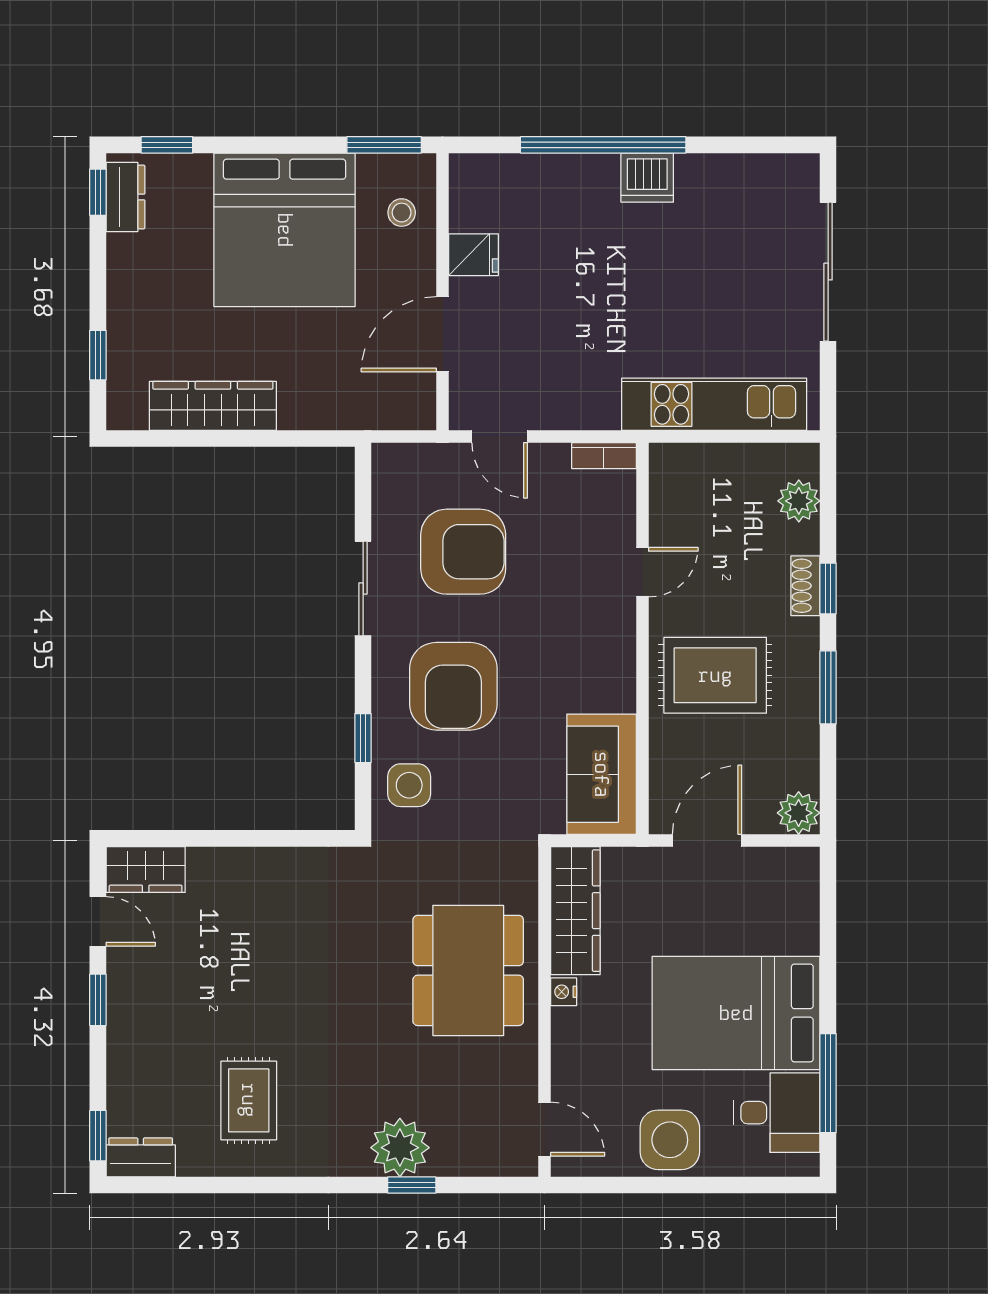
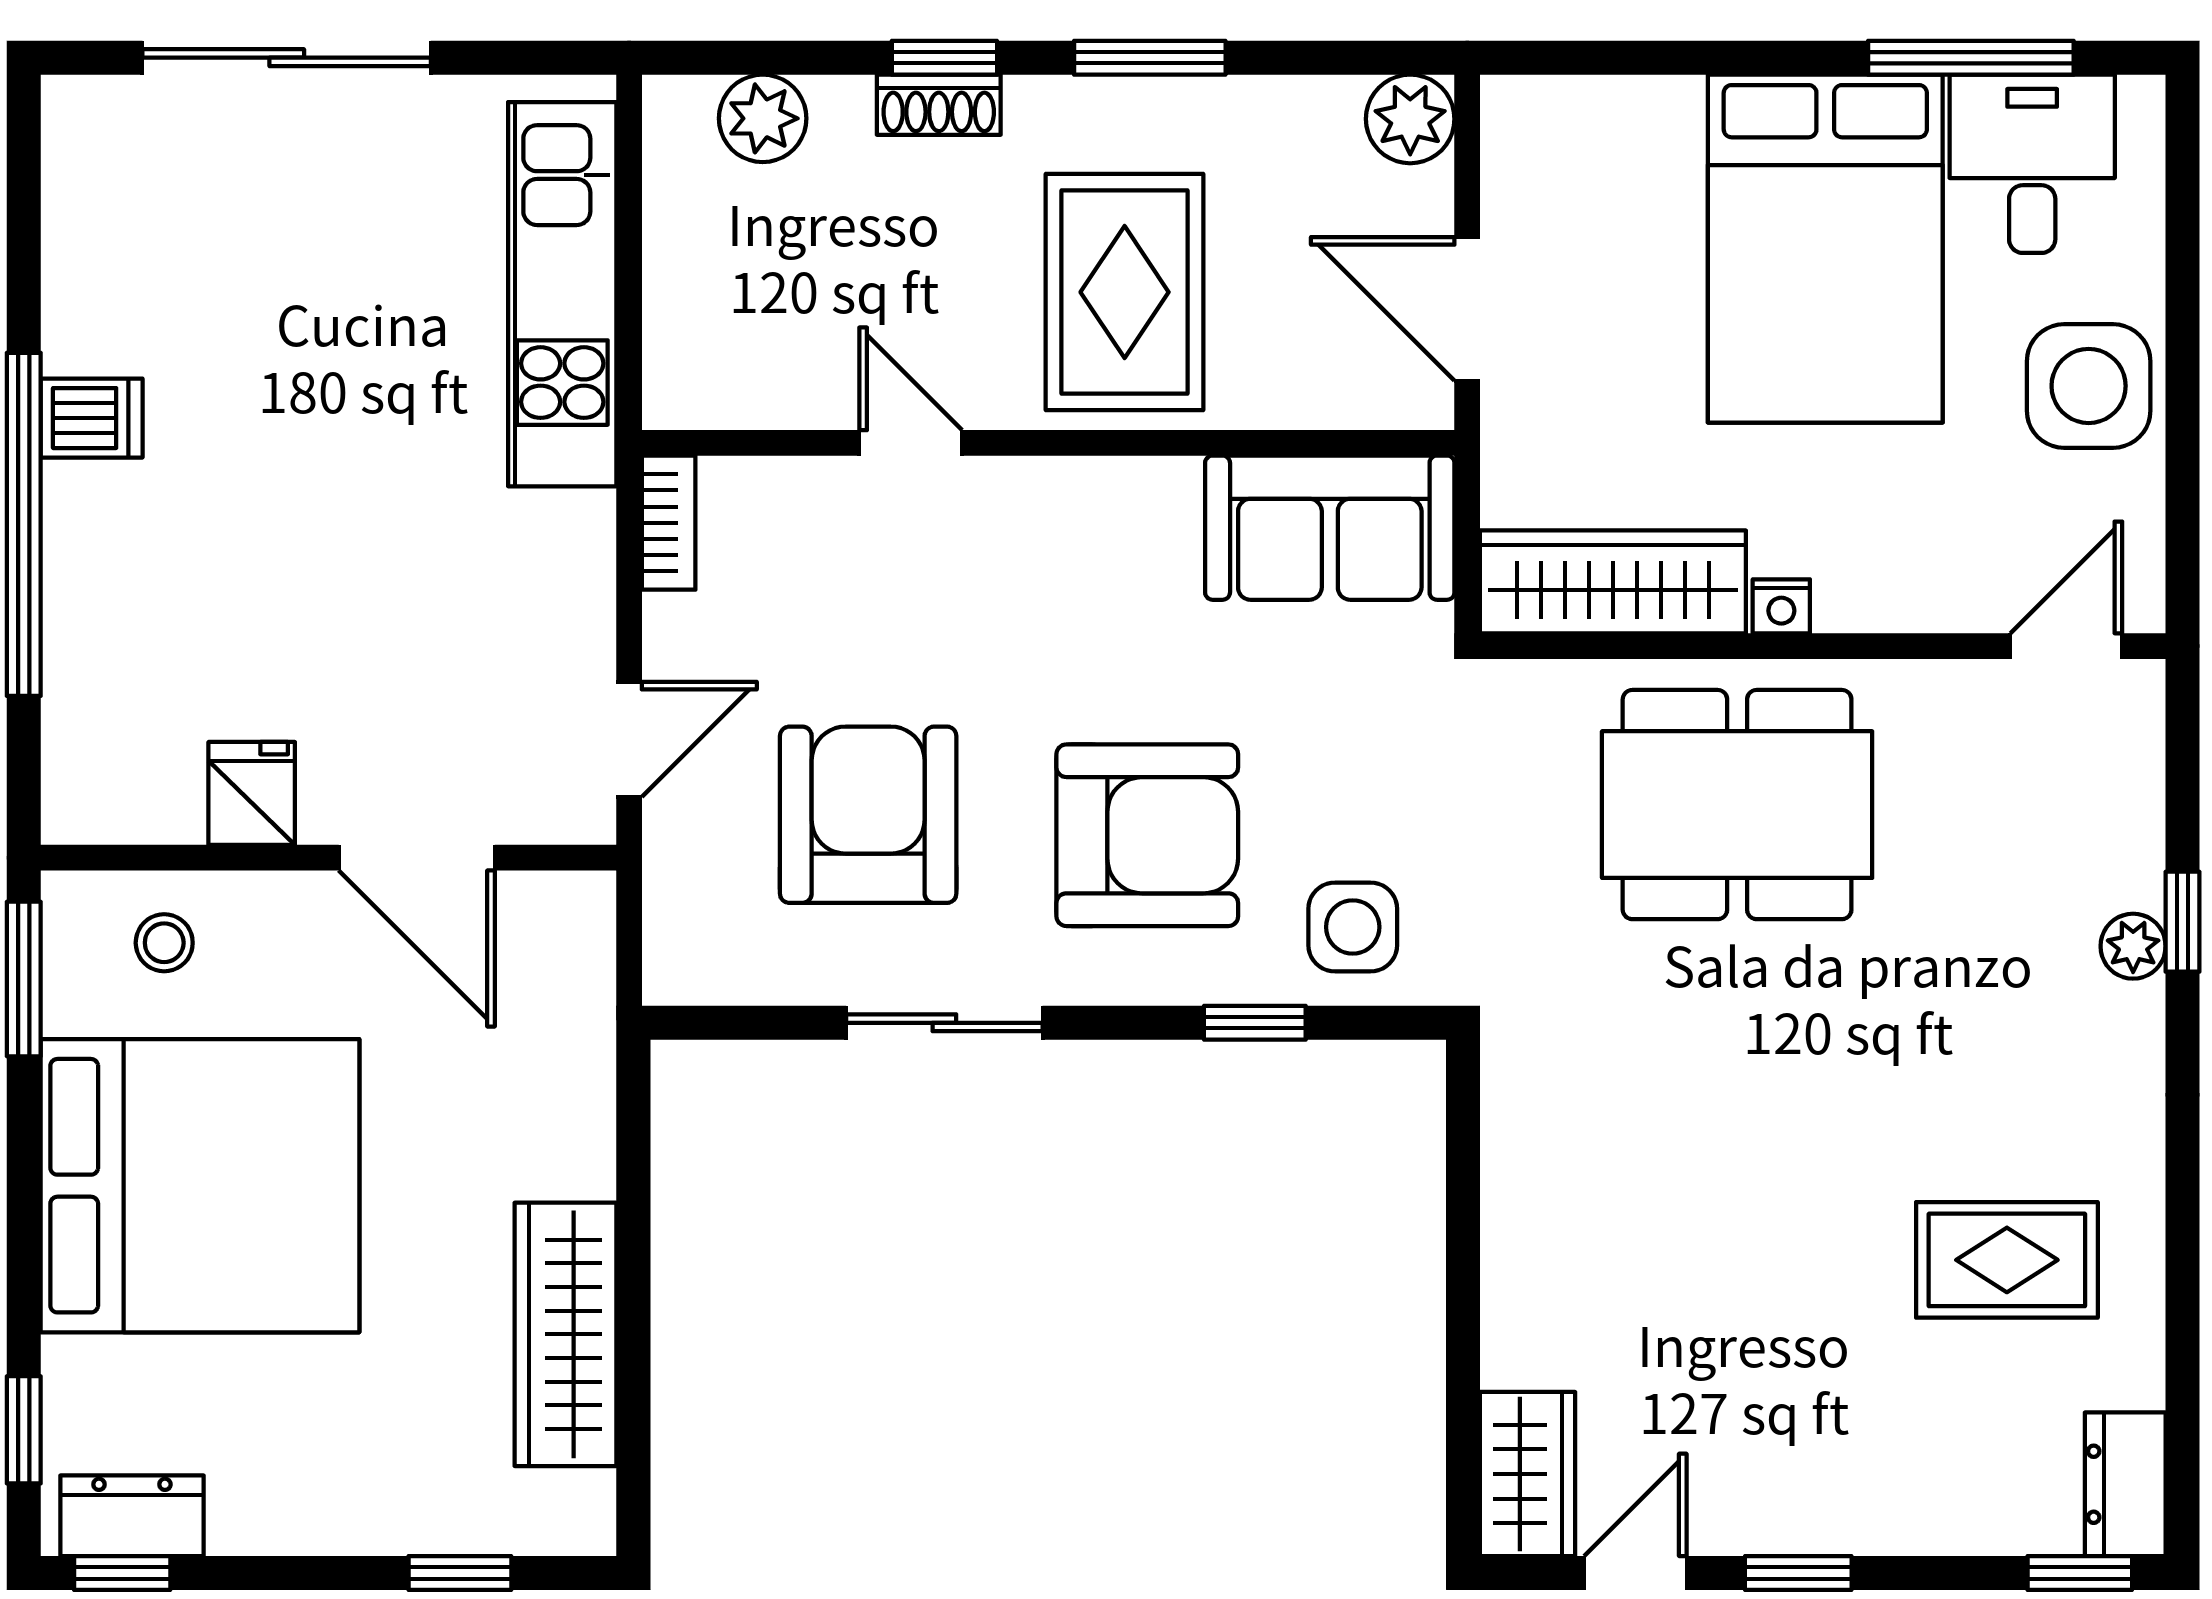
dishwasher: (647, 178) -> (92, 418), width x0.73
plant: (400, 1148) -> (2133, 946), width x0.53, depth x0.53

